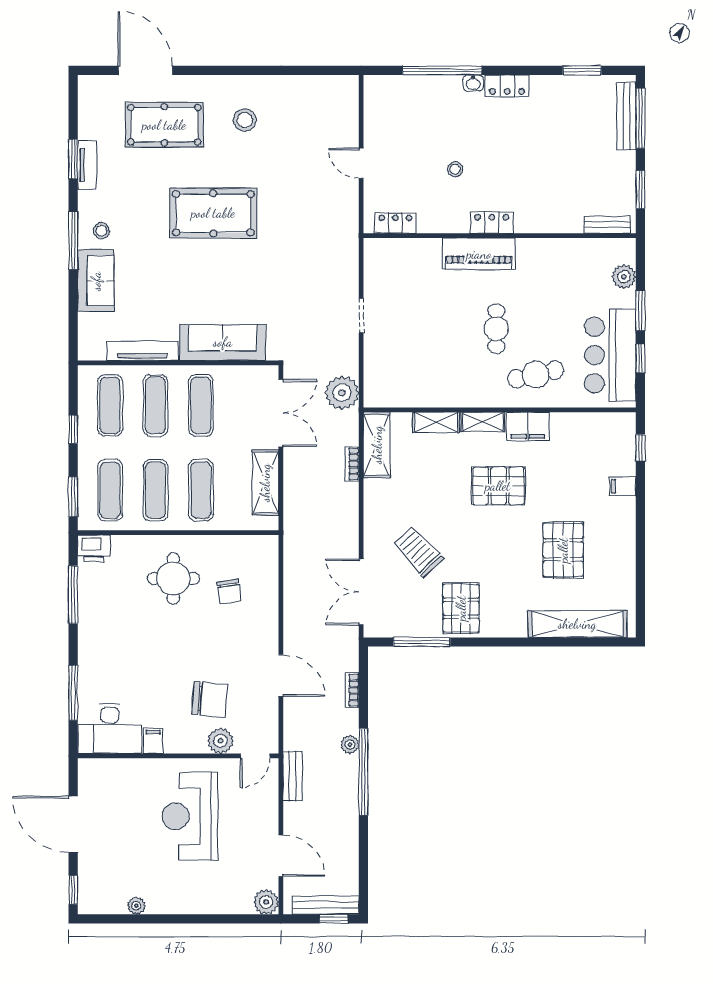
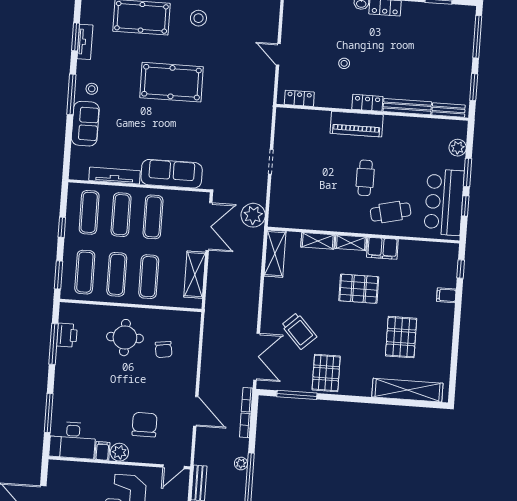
bench: (626, 116) -> (407, 107), moved, turned 90
bookcase: (352, 464) -> (247, 400), moved
printer: (94, 548) -> (67, 335), moved, turned -90
trolley: (418, 551) -> (299, 331), turned 180
double door: (361, 592) -> (257, 357), swing flipped
chair: (210, 699) -> (145, 425), turned -95
plant: (220, 741) -> (119, 452), moved

